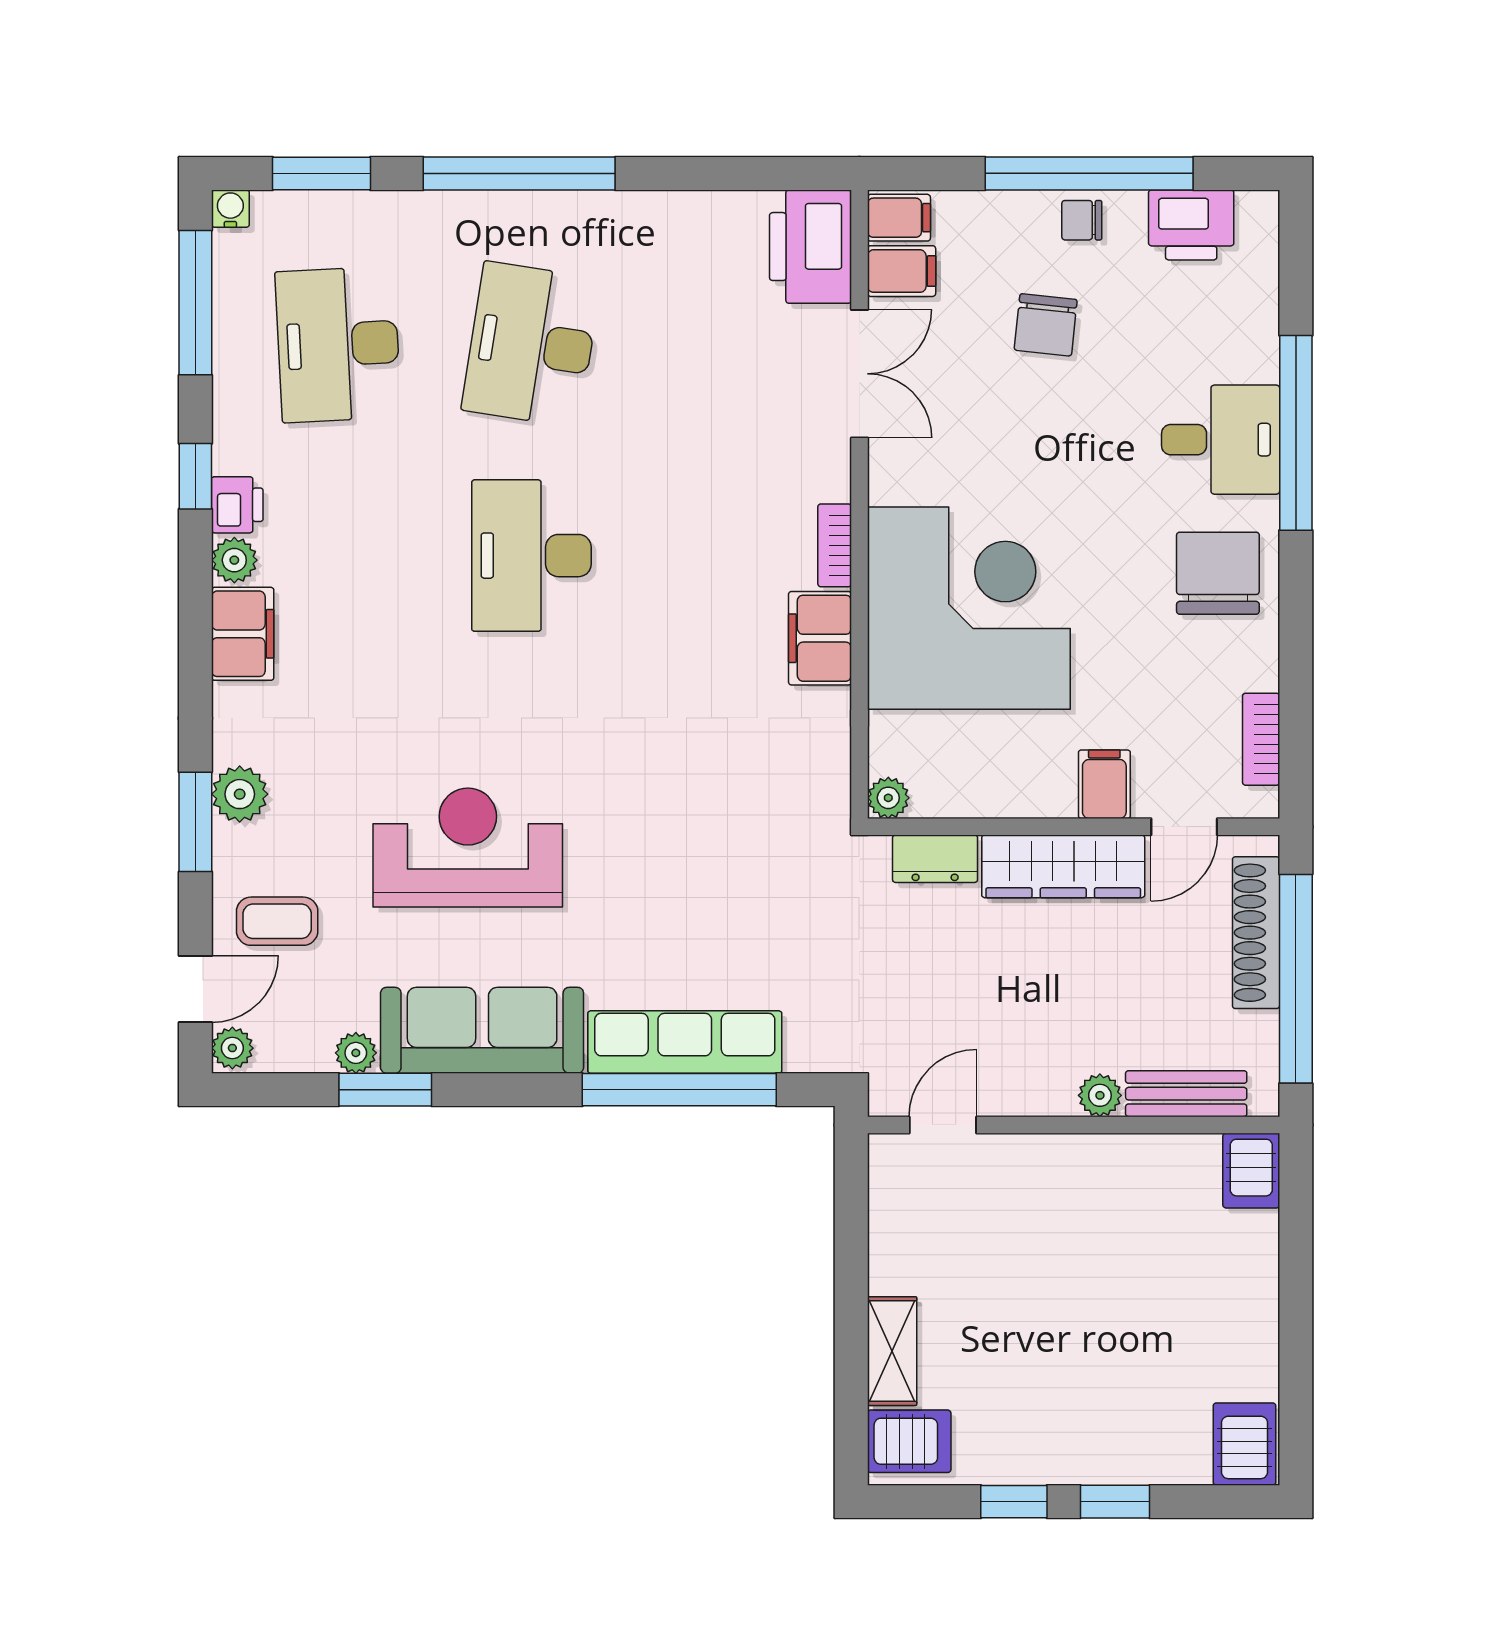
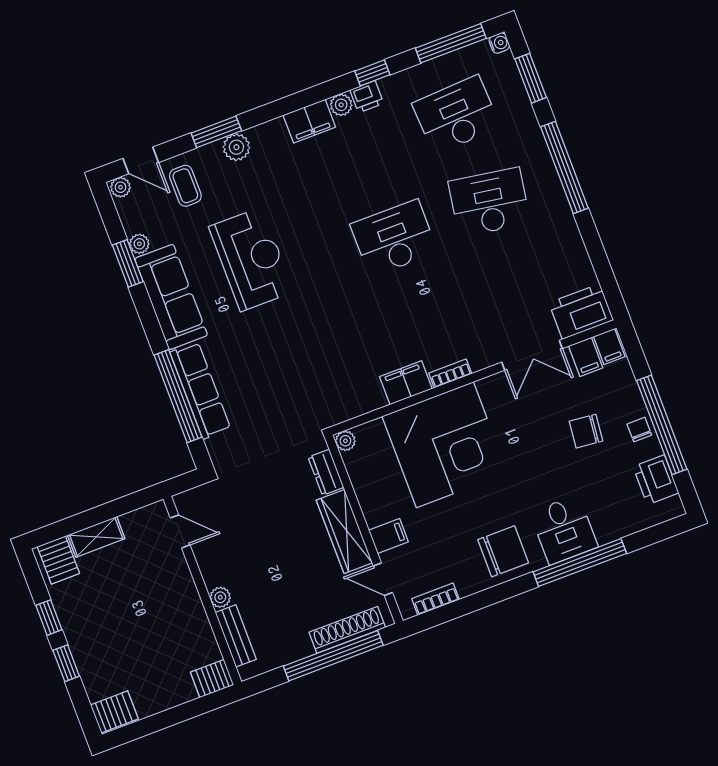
bench: (1186, 1094) -> (236, 636), moved
plant: (1100, 1095) -> (220, 597), moved
door: (943, 1125) -> (180, 531), moved
wall: (1074, 1125) -> (202, 590), moved
server rack: (1251, 1171) -> (212, 678), moved

